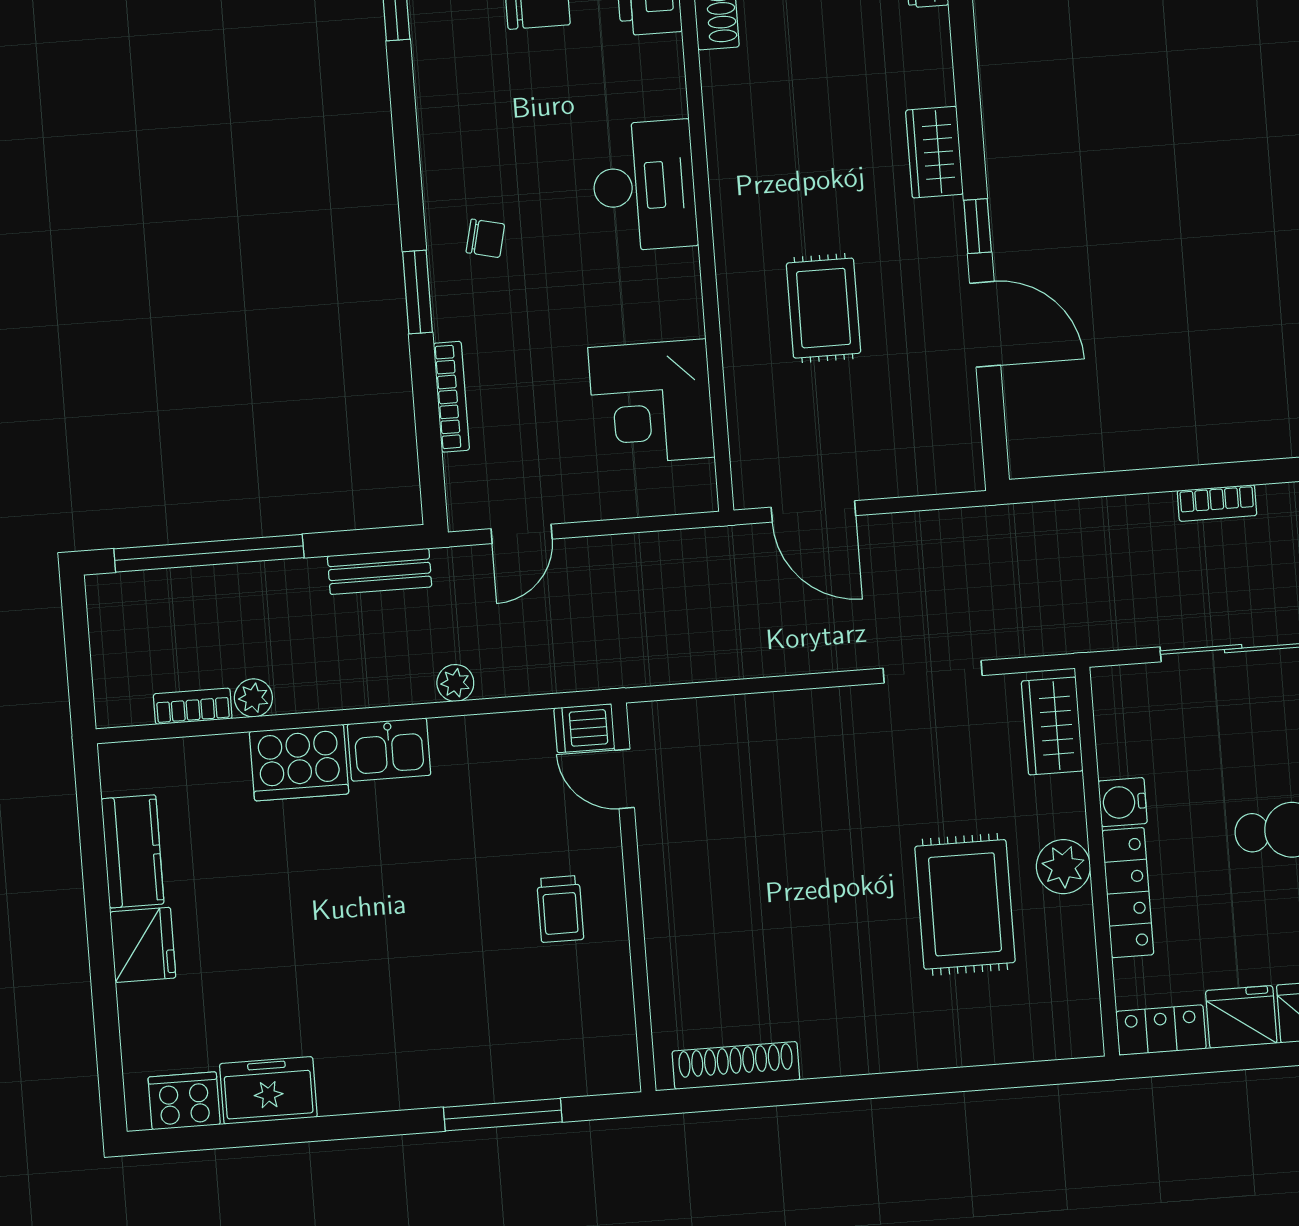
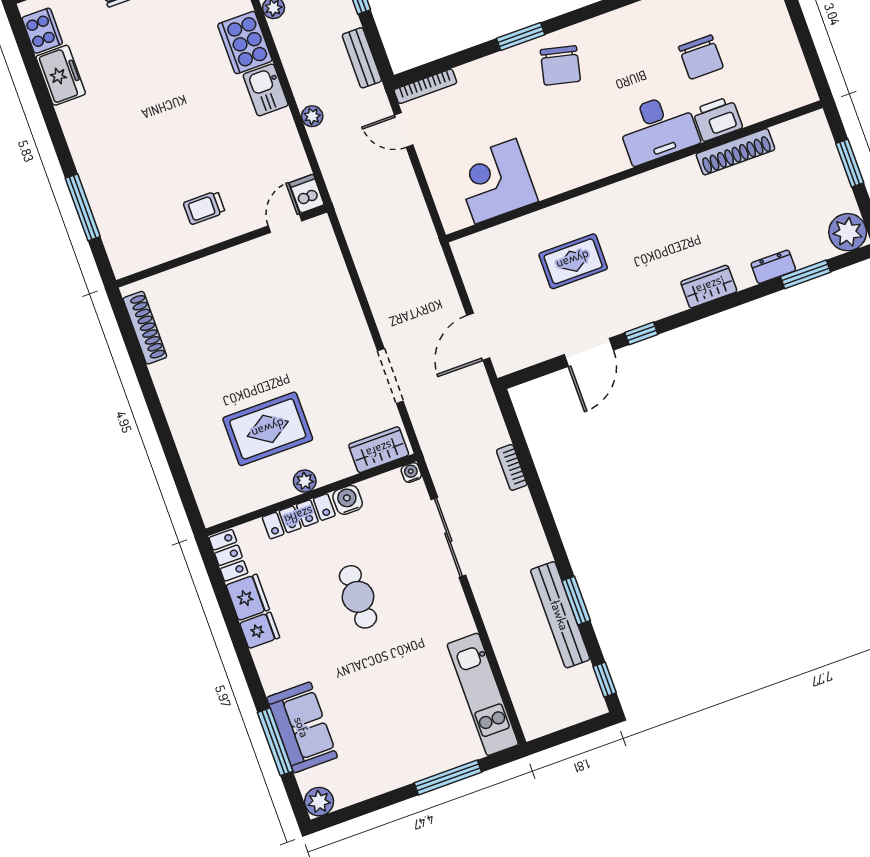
wardrobe: (934, 152) -> (709, 287), moved
desk: (644, 186) -> (658, 128), moved
chair: (485, 238) -> (560, 66), width x1.87, depth x1.87
bookcase: (451, 397) -> (425, 86), moved
bookcase: (1217, 503) -> (512, 467), moved
door: (813, 511) -> (478, 337), moved
water cooler: (1106, 681) -> (411, 473), added
plant: (1063, 867) -> (305, 481), width x0.73, depth x0.73

